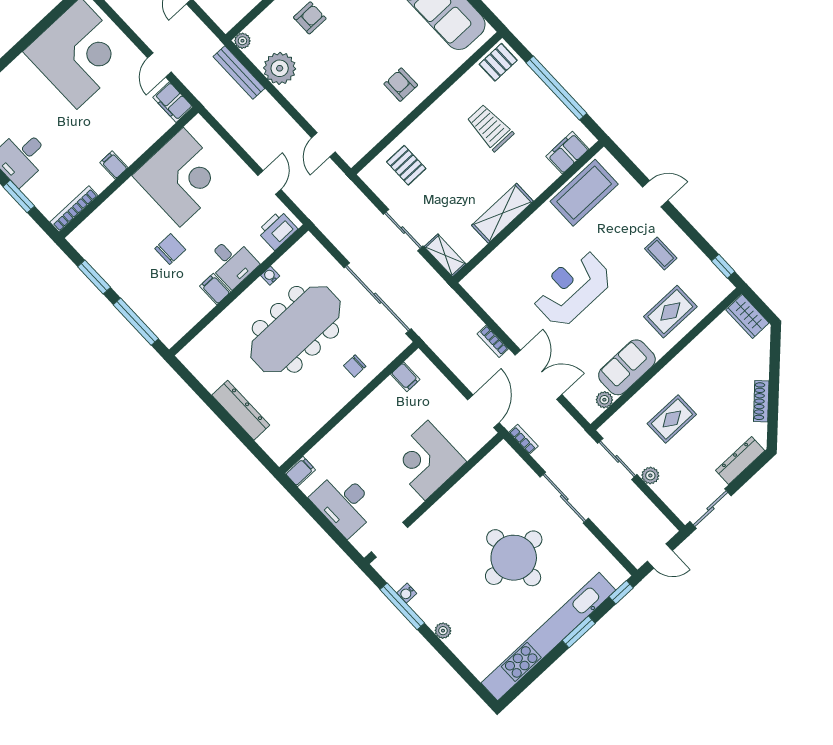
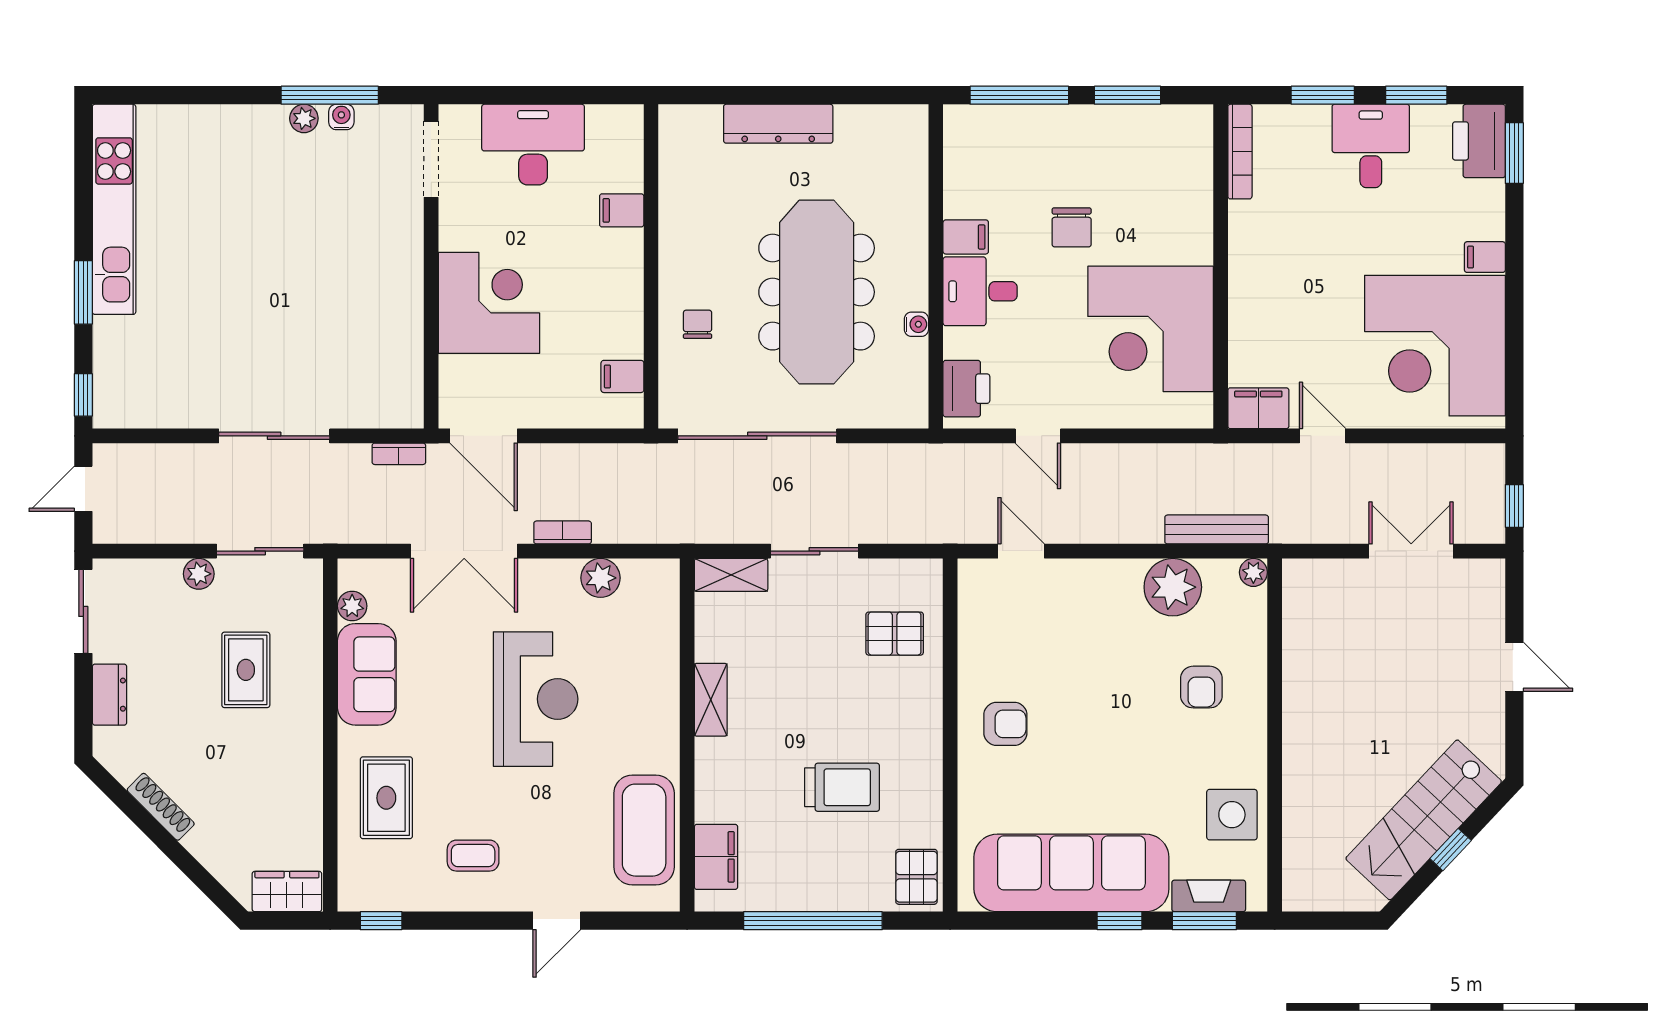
filing cabinet: (114, 165) -> (1485, 257), moved, turned 180
shelving: (502, 213) -> (711, 700), width x0.67, depth x0.75
plant: (497, 308) -> (601, 578), added
dresser: (740, 461) -> (109, 695), width x0.70
filing cabinet: (300, 471) -> (622, 210), moved, turned 90
round table: (514, 558) -> (258, 298), removed
plant: (443, 631) -> (304, 118), moved
kitchen unit: (548, 636) -> (114, 209), width x0.73

